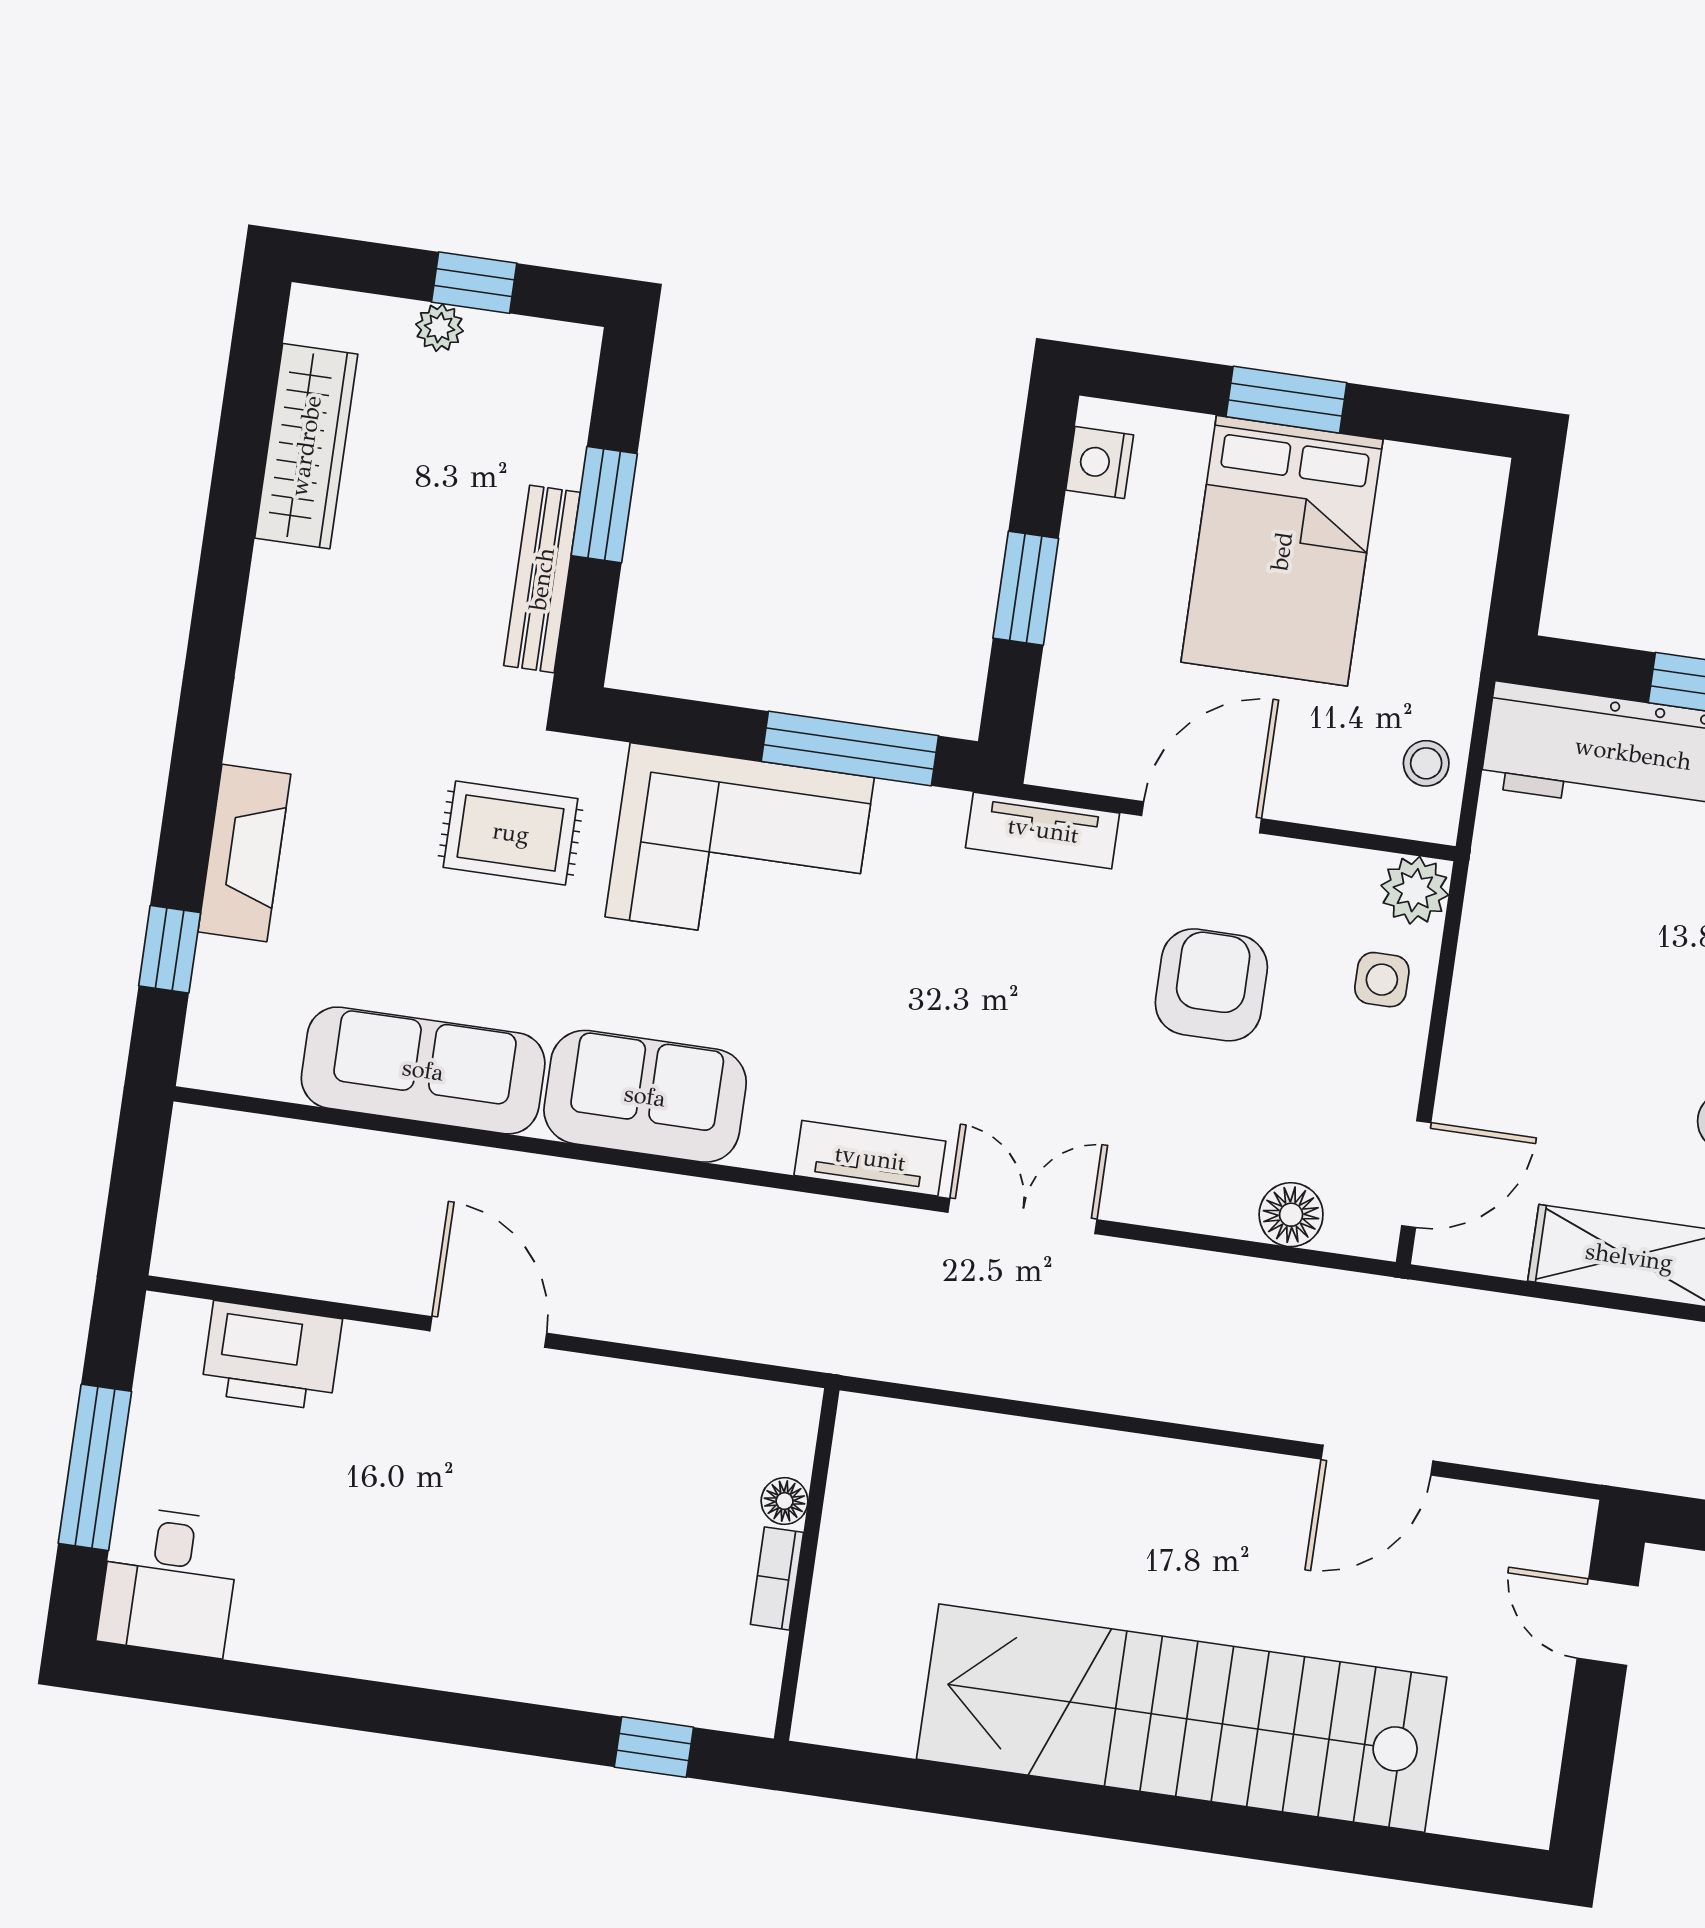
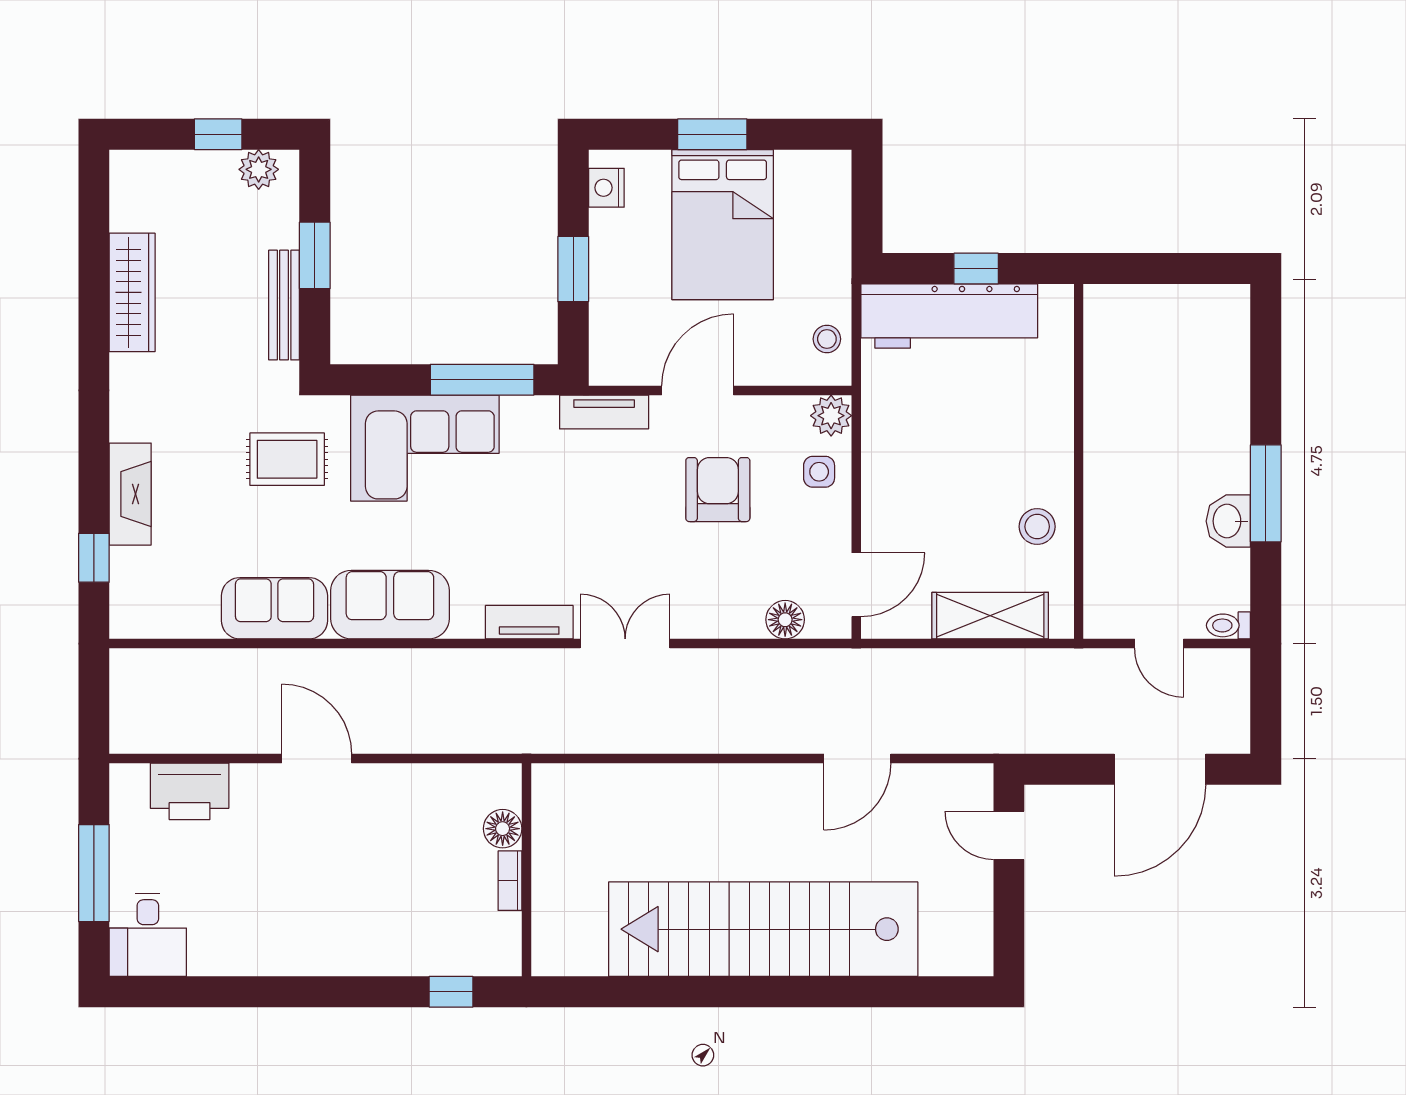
plant: (439, 328) -> (259, 169), moved, width x1.38, depth x1.38
wardrobe: (306, 446) -> (132, 292), moved
sofa: (423, 1070) -> (274, 608), width x0.73
floor lamp: (785, 1501) -> (503, 829), width x1.37, depth x1.37

